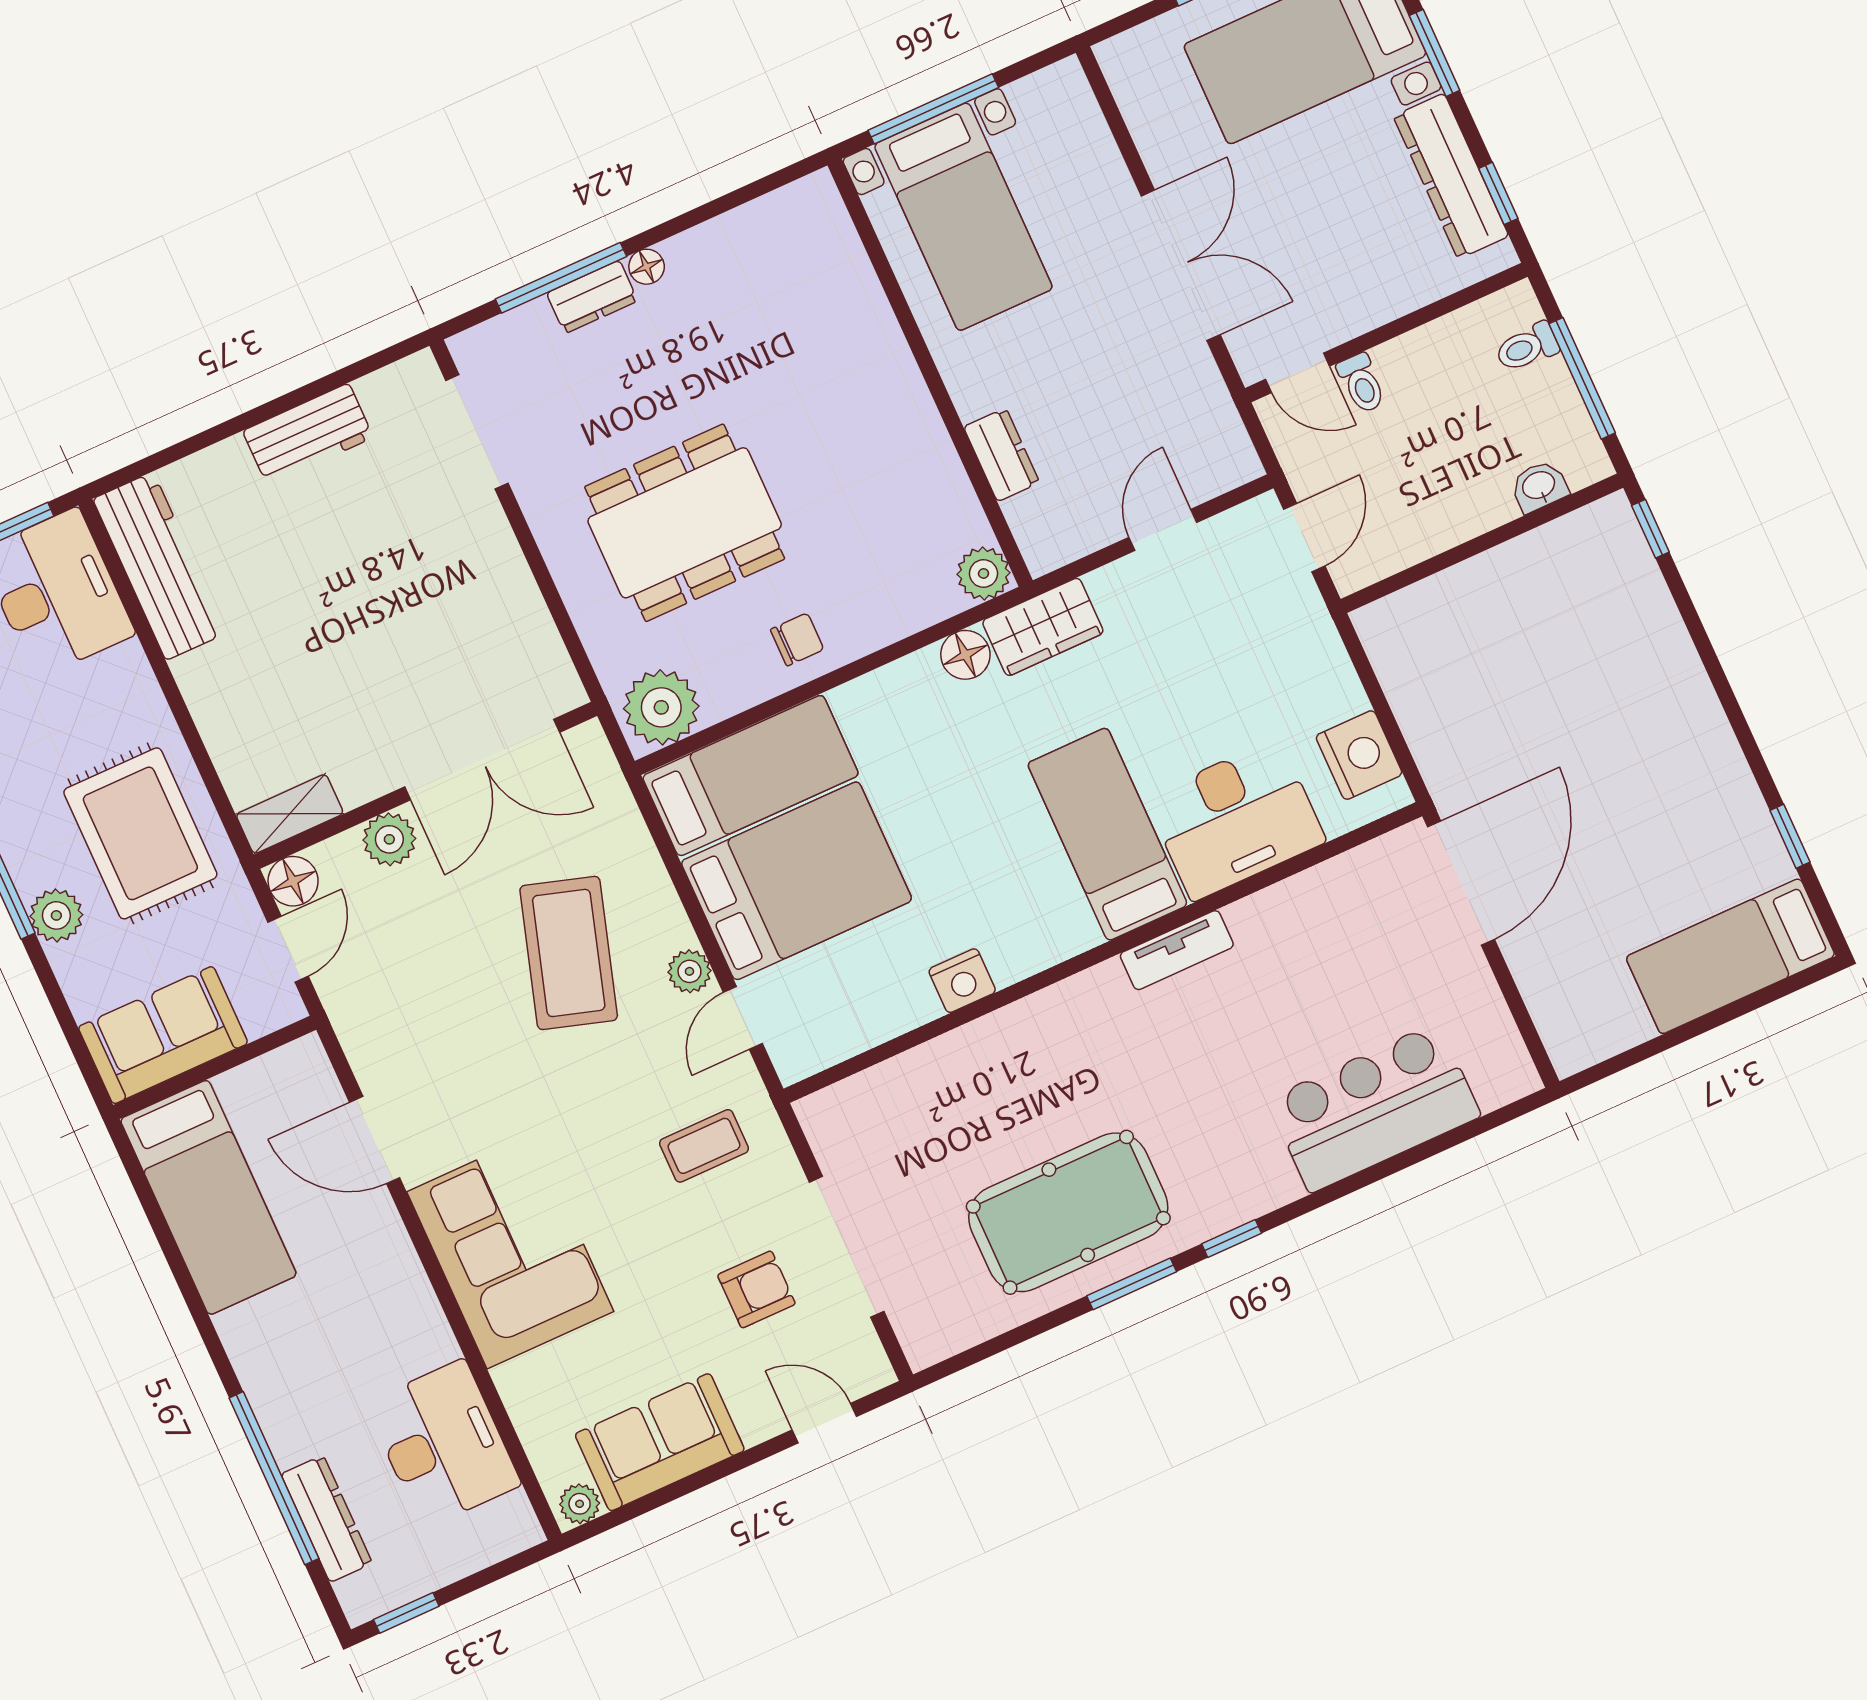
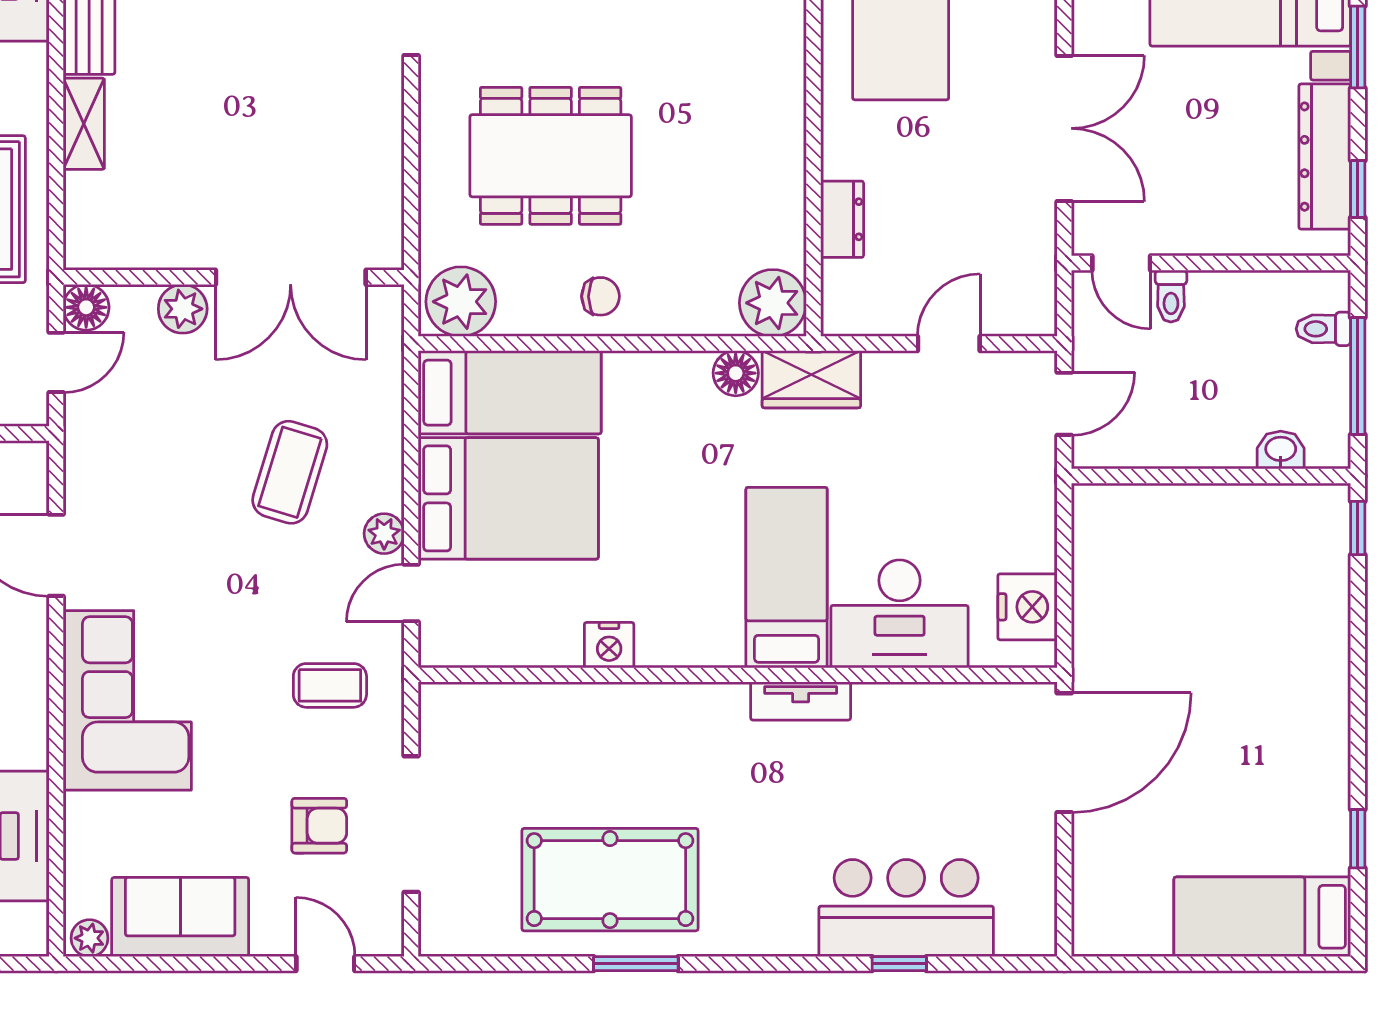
plant: (984, 573) -> (773, 303), width x1.36, depth x1.36
shelving: (290, 814) -> (84, 124), moved, turned 90
coffee table: (569, 953) -> (290, 472), width x0.73, depth x0.76
window: (1232, 1238) -> (899, 964), moved

